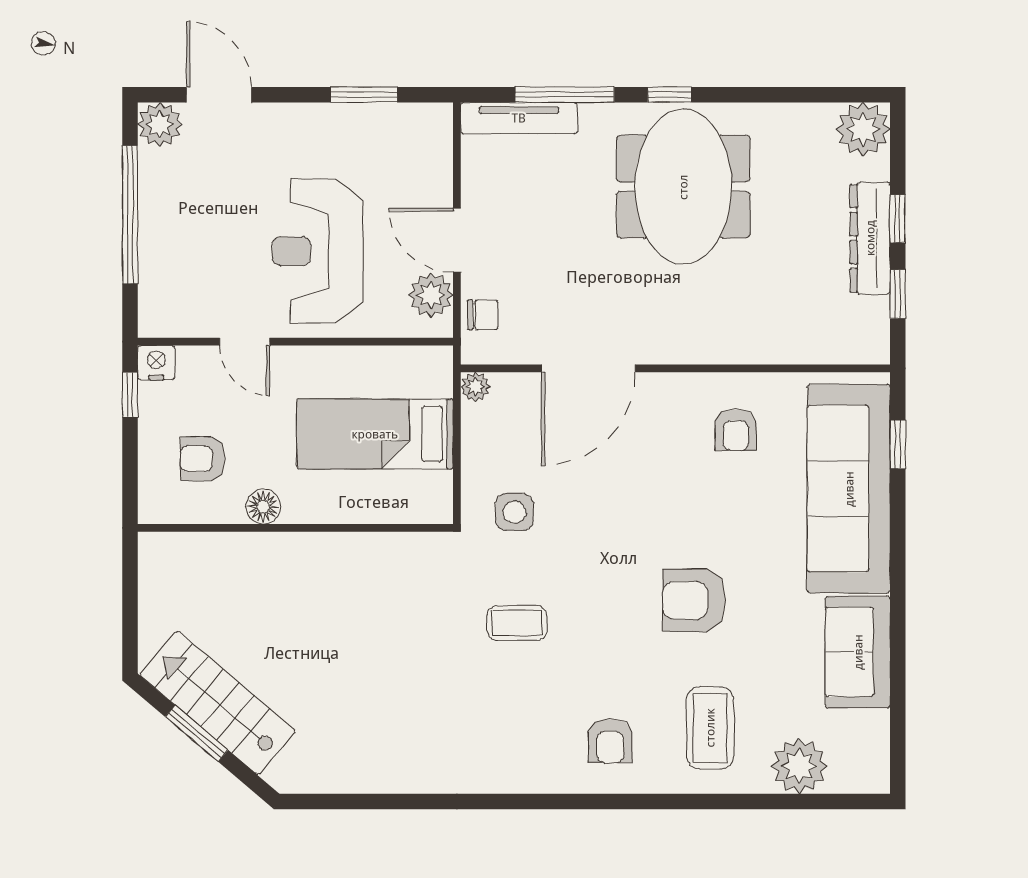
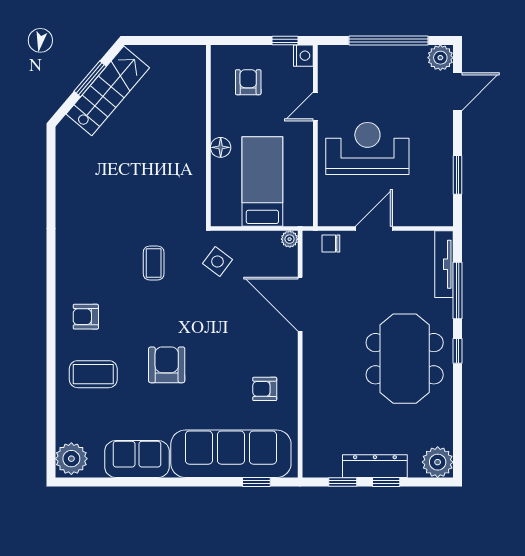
meeting table: (683, 187) -> (405, 359), turned 90
plant: (431, 295) -> (342, 214), removed
chair: (483, 315) -> (331, 243), turned 90
floor lamp: (263, 507) -> (221, 147), moved
side table: (514, 512) -> (217, 262), turned 37
plant: (799, 766) -> (71, 459), moved

